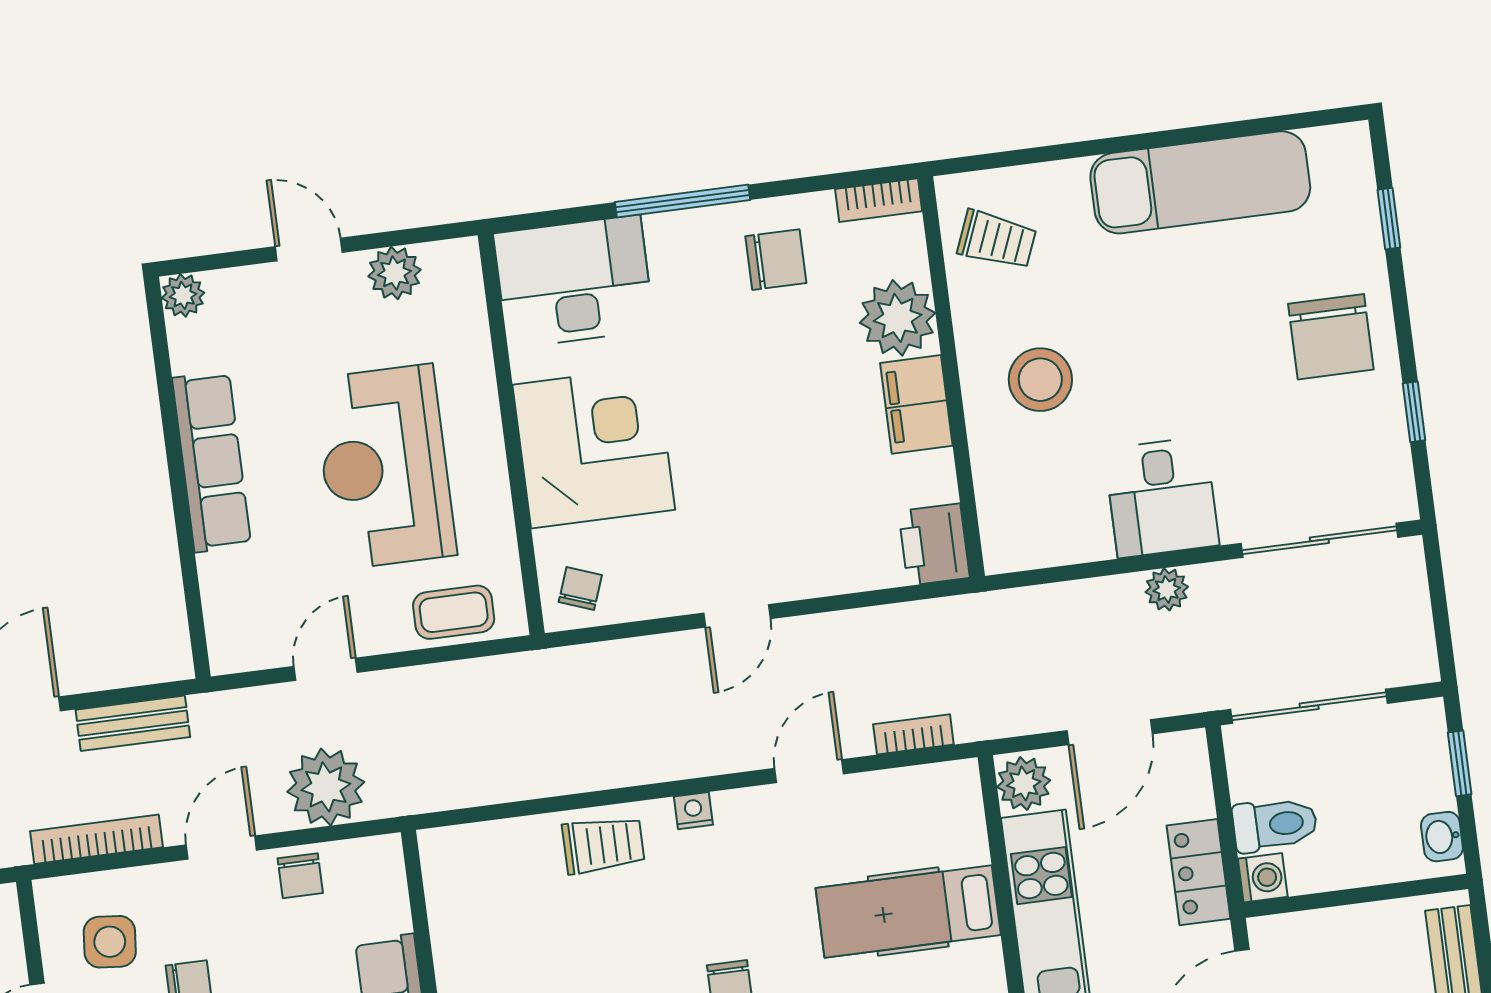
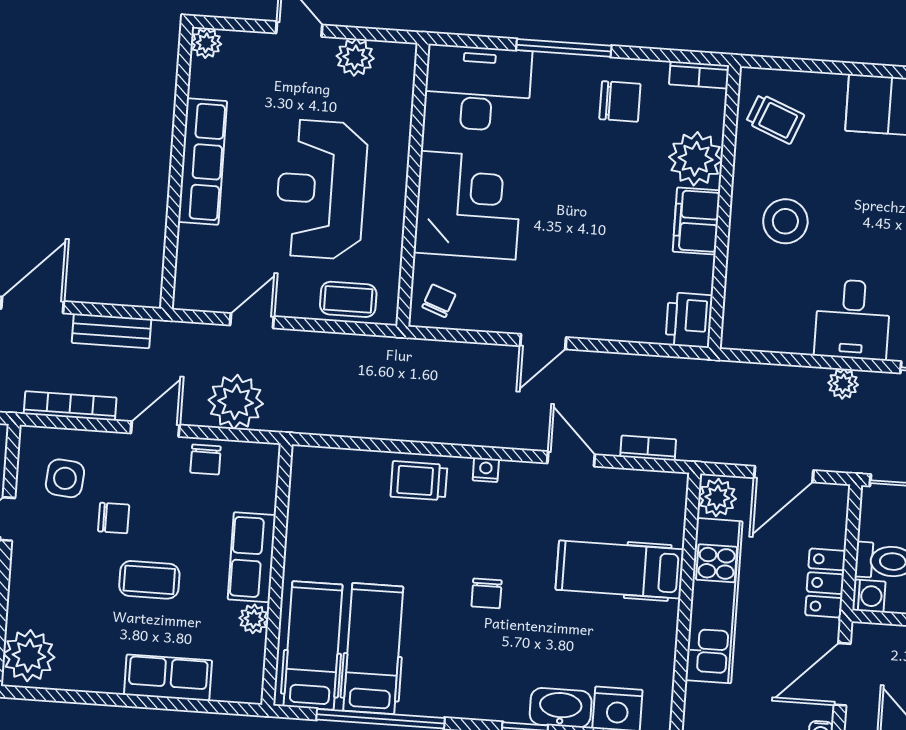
door: (809, 771) -> (571, 459), hinge flipped
trolley: (603, 845) -> (419, 481), turned 180

